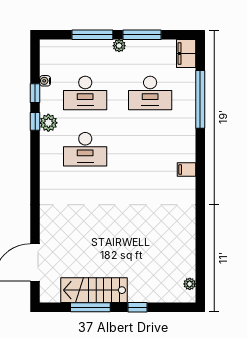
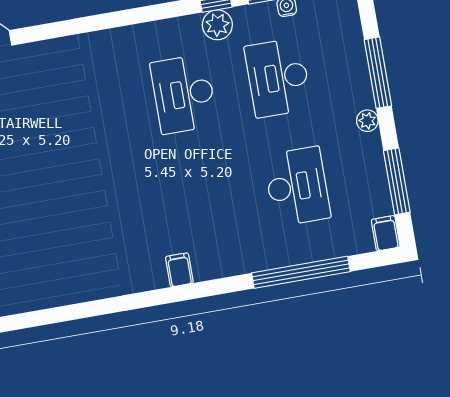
window: (142, 35) -> (397, 181), moved
filing cabinet: (186, 53) -> (386, 233), width x0.50
desk: (150, 93) -> (297, 186), turned 180

